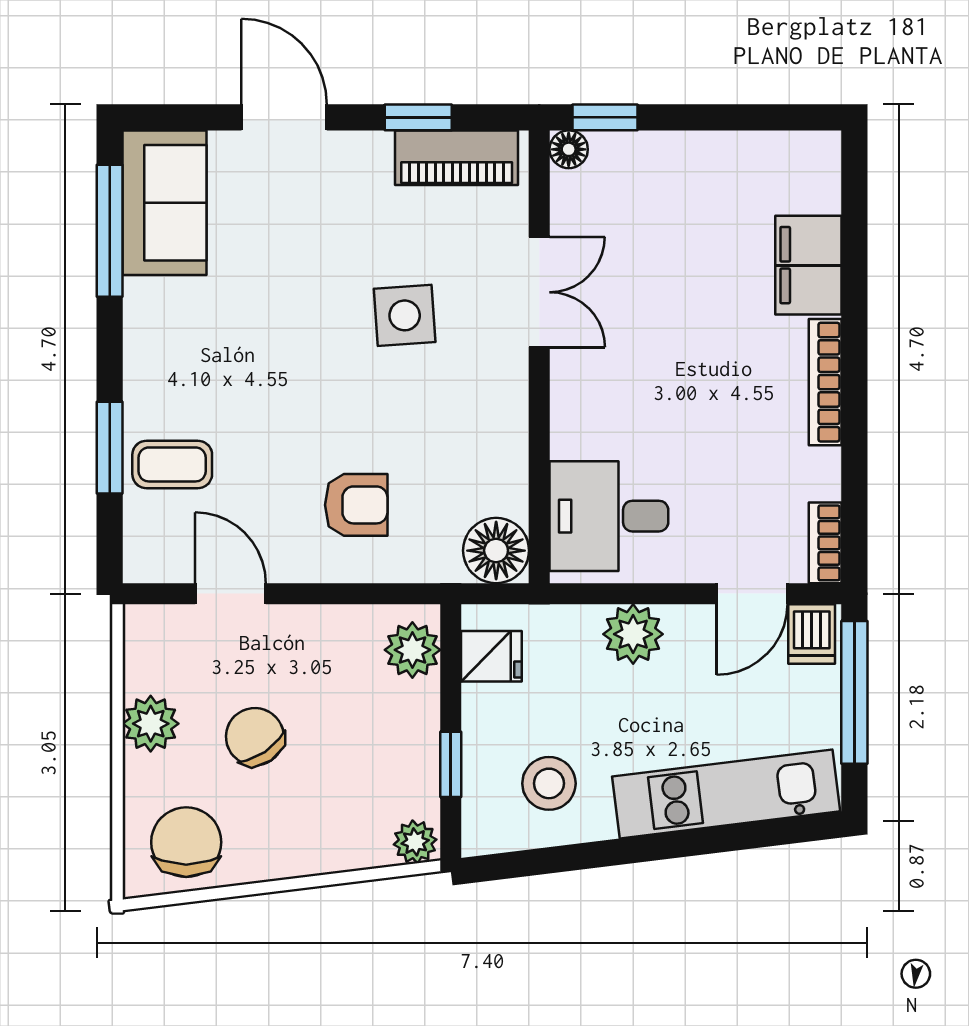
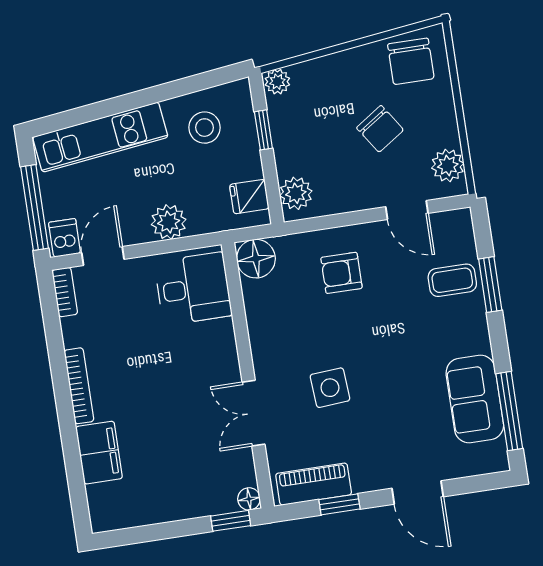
sofa: (165, 203) -> (475, 399), moved
plant: (151, 724) -> (448, 166), moved

